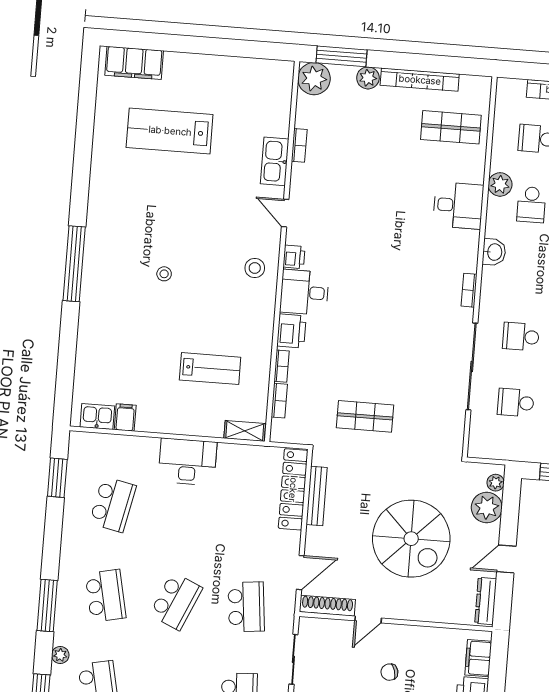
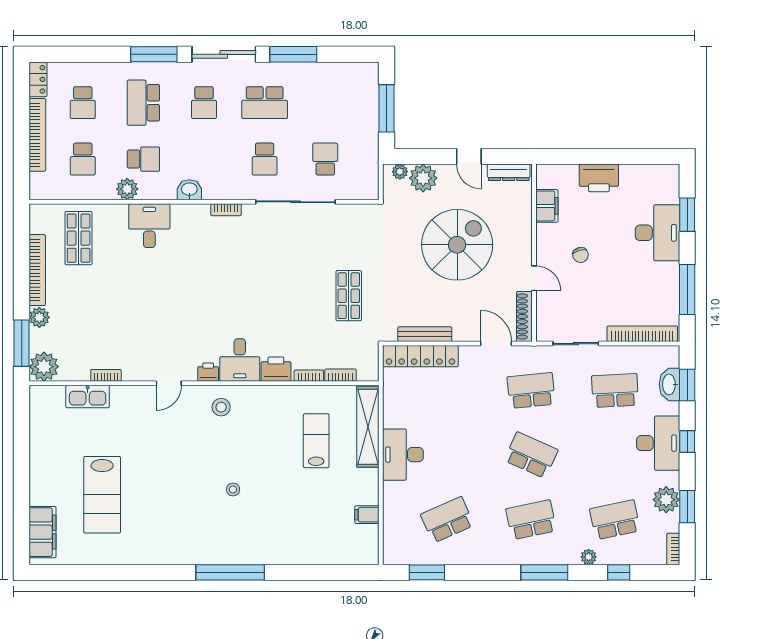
kitchen sink: (275, 161) -> (88, 397), moved
school desk: (516, 403) -> (325, 159), turned 180
kitchen sink: (97, 416) -> (368, 540), removed
shelving: (245, 431) -> (368, 427), width x2.20, depth x1.33
school desk: (113, 505) -> (447, 520), turned -36
filing cabinet: (478, 658) -> (547, 206), moved, turned -90

